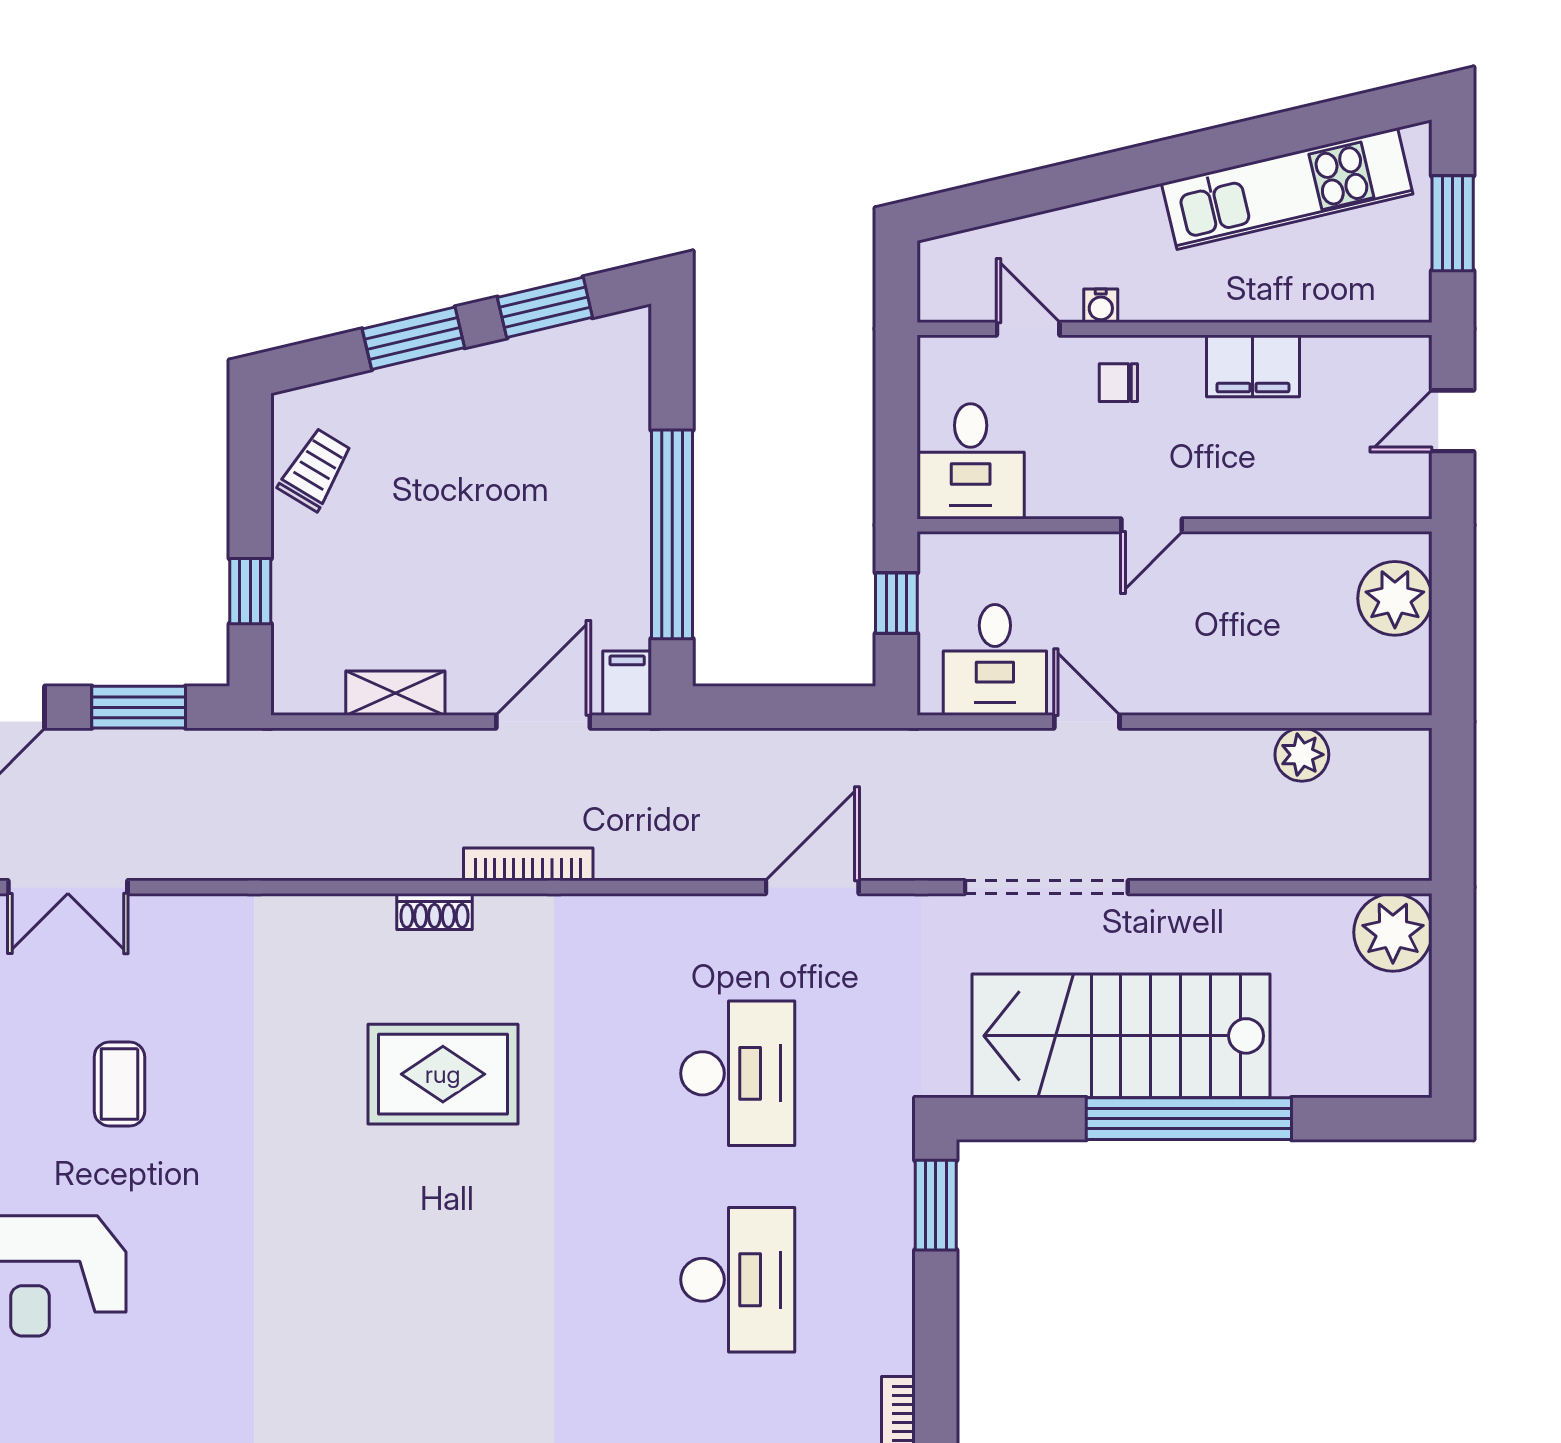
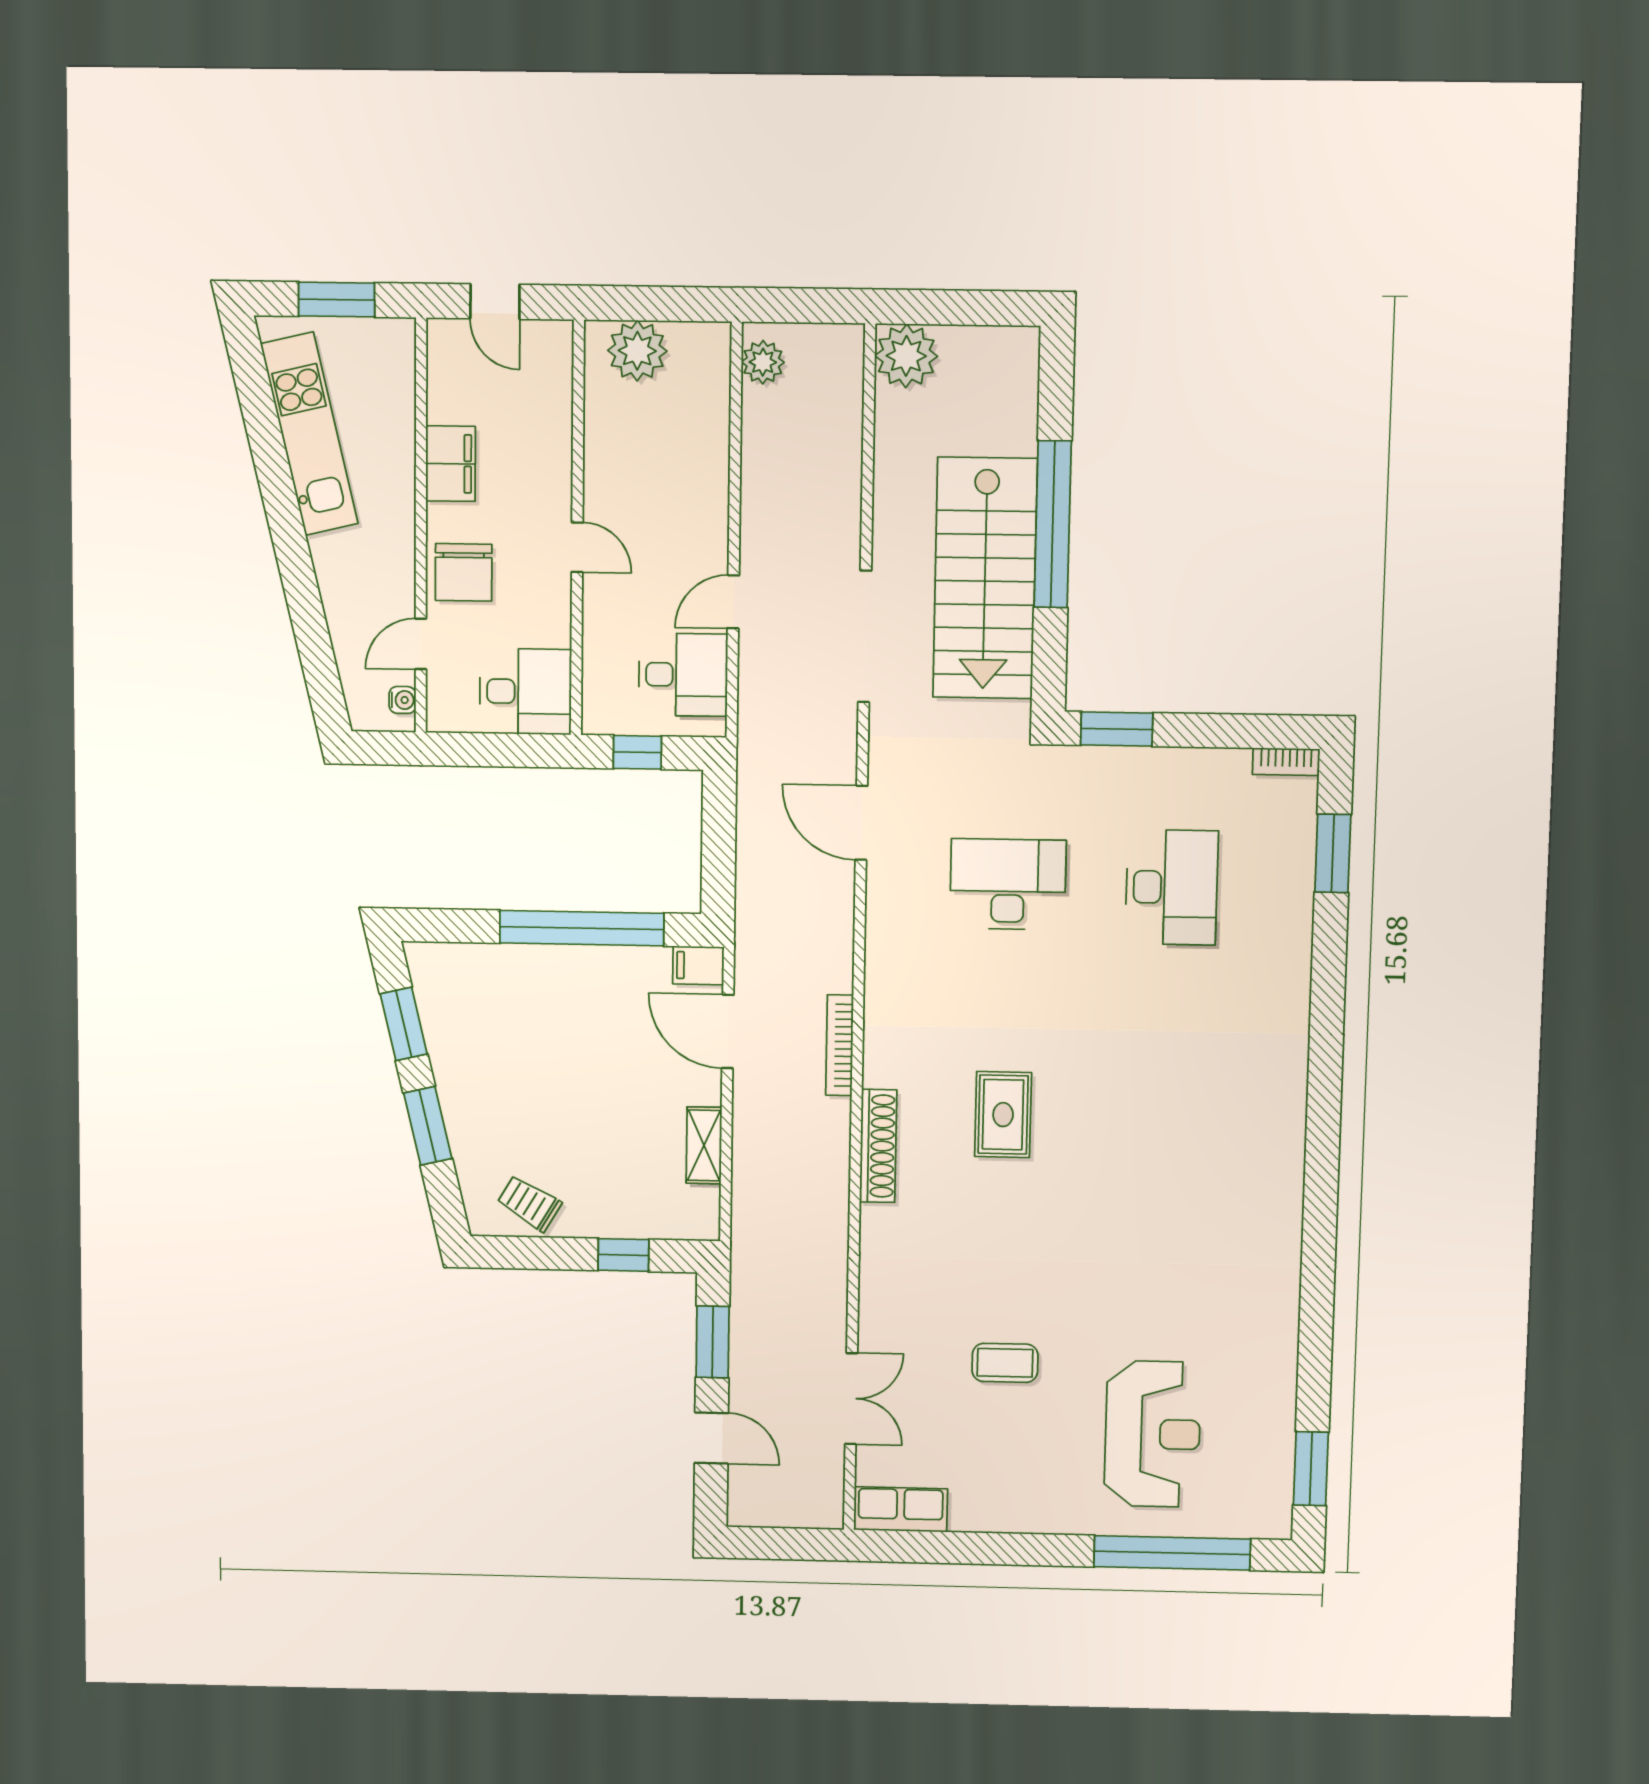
water cooler: (1101, 306) -> (402, 700), moved
chair: (1118, 383) -> (464, 572), width x1.87, depth x1.87
plant: (1302, 755) -> (763, 362), moved
shoe rack: (434, 911) -> (878, 1146), width x1.94, depth x1.24
rug: (443, 1074) -> (1003, 1115), width x0.73, depth x0.70
desk: (738, 1280) -> (1172, 887), turned 90

